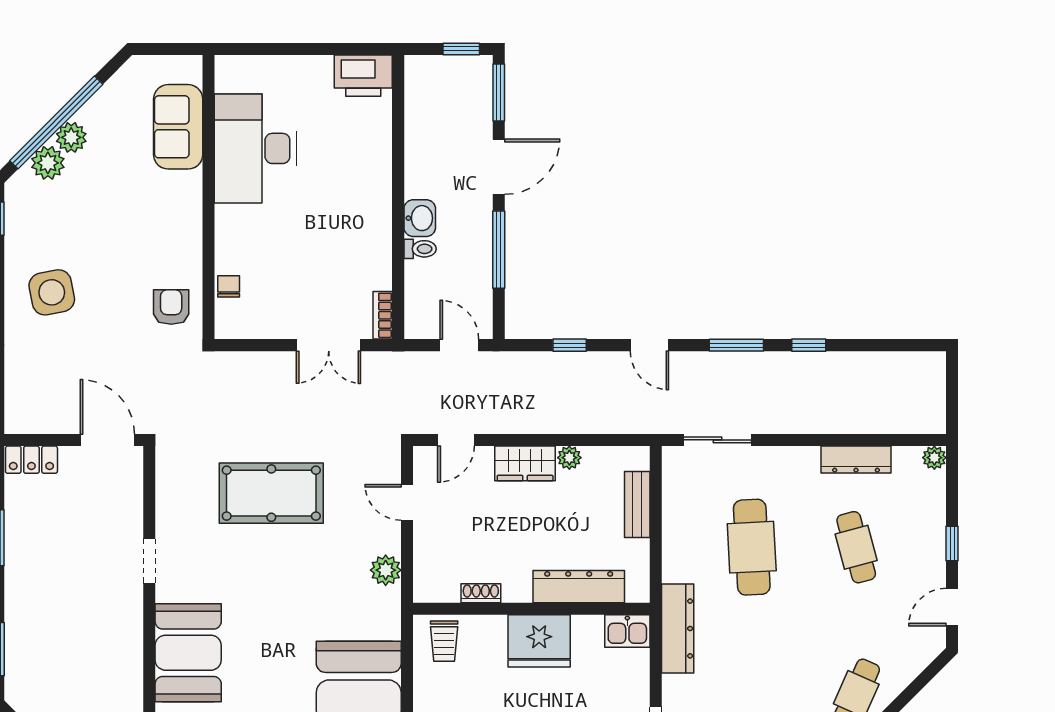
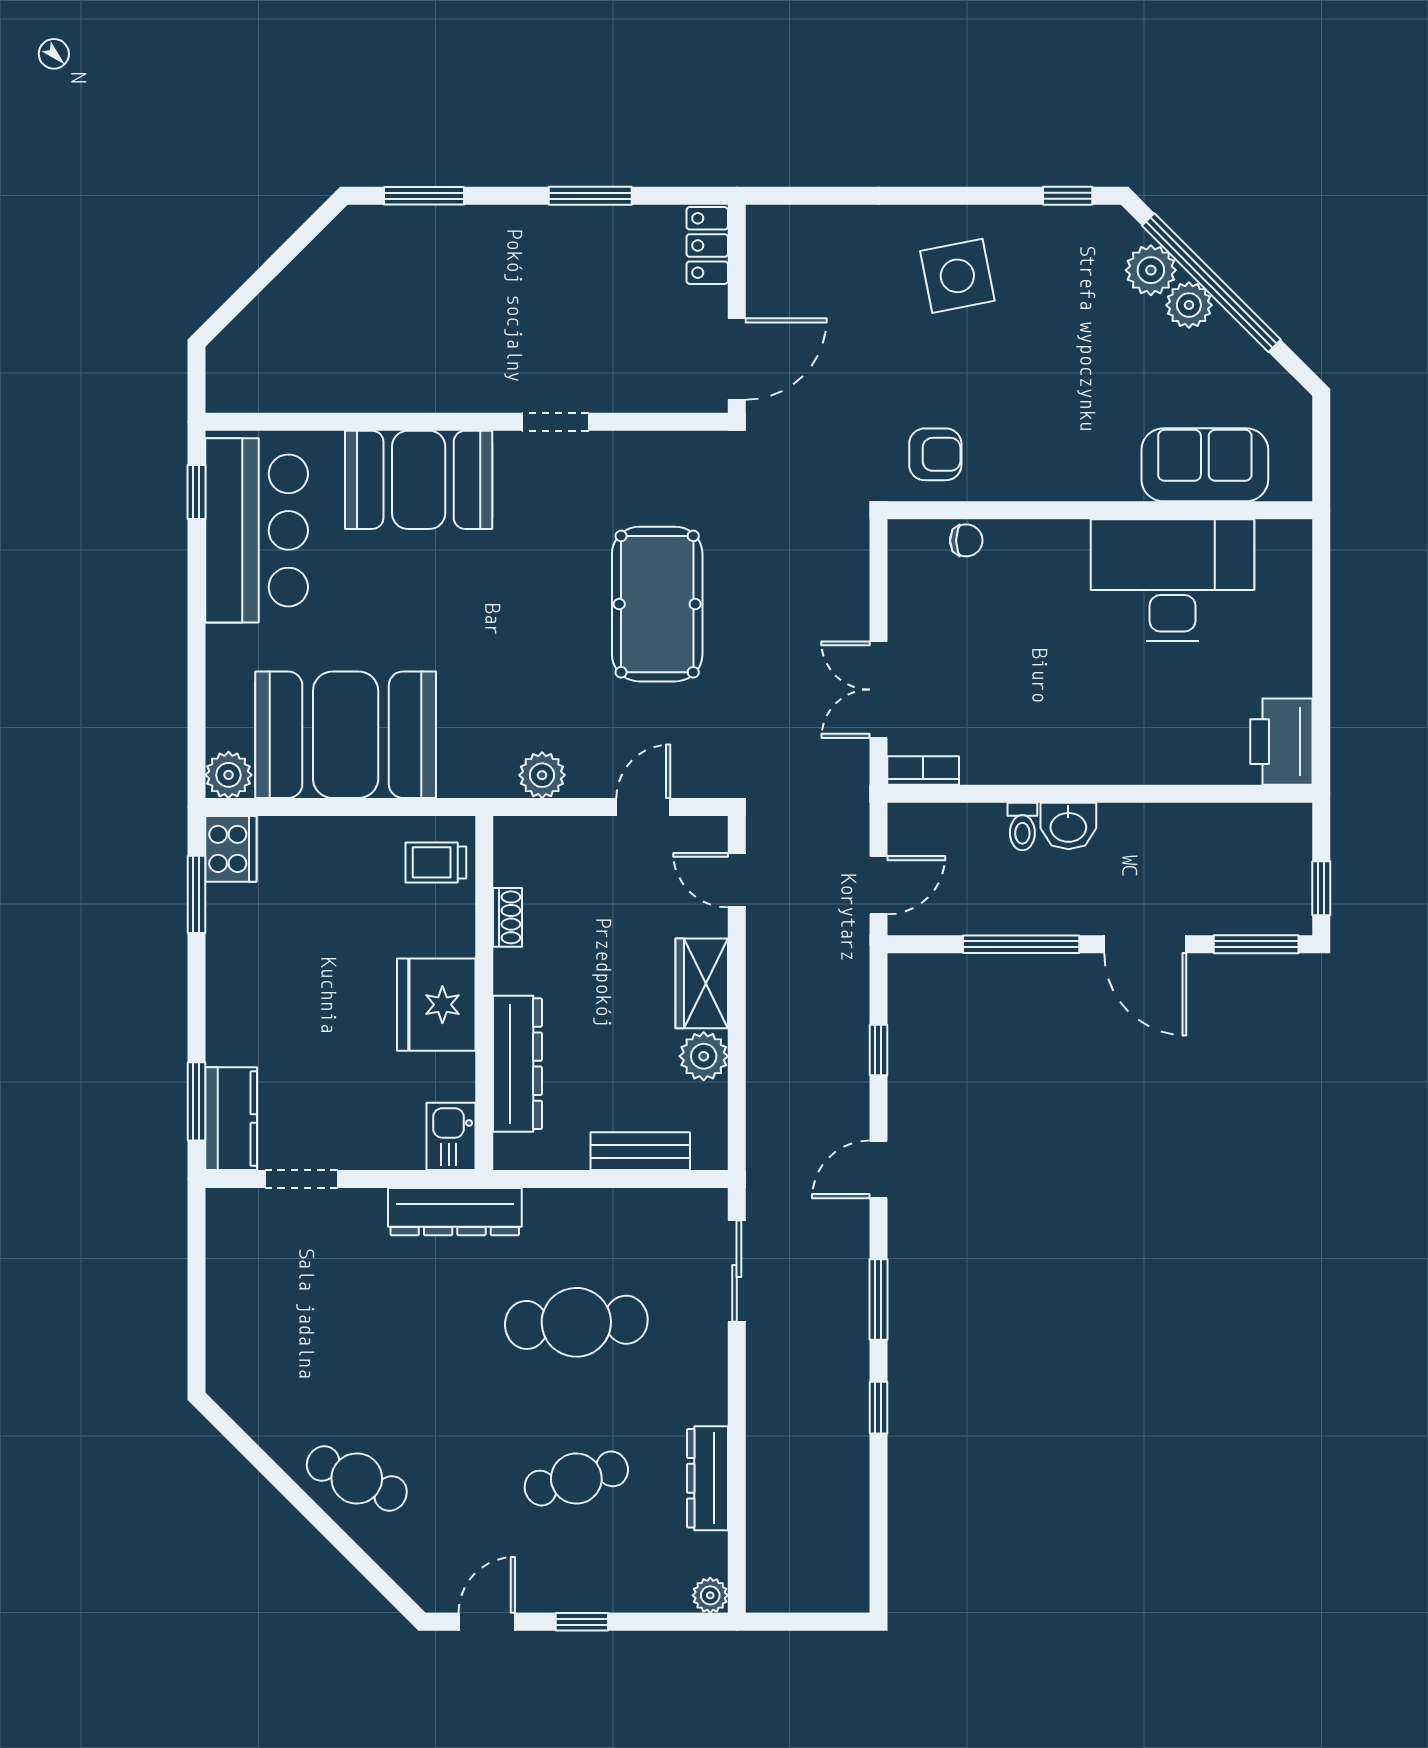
plant: (569, 458) -> (704, 1056), width x1.38, depth x1.38
door: (952, 607) -> (487, 1622), hinge flipped

